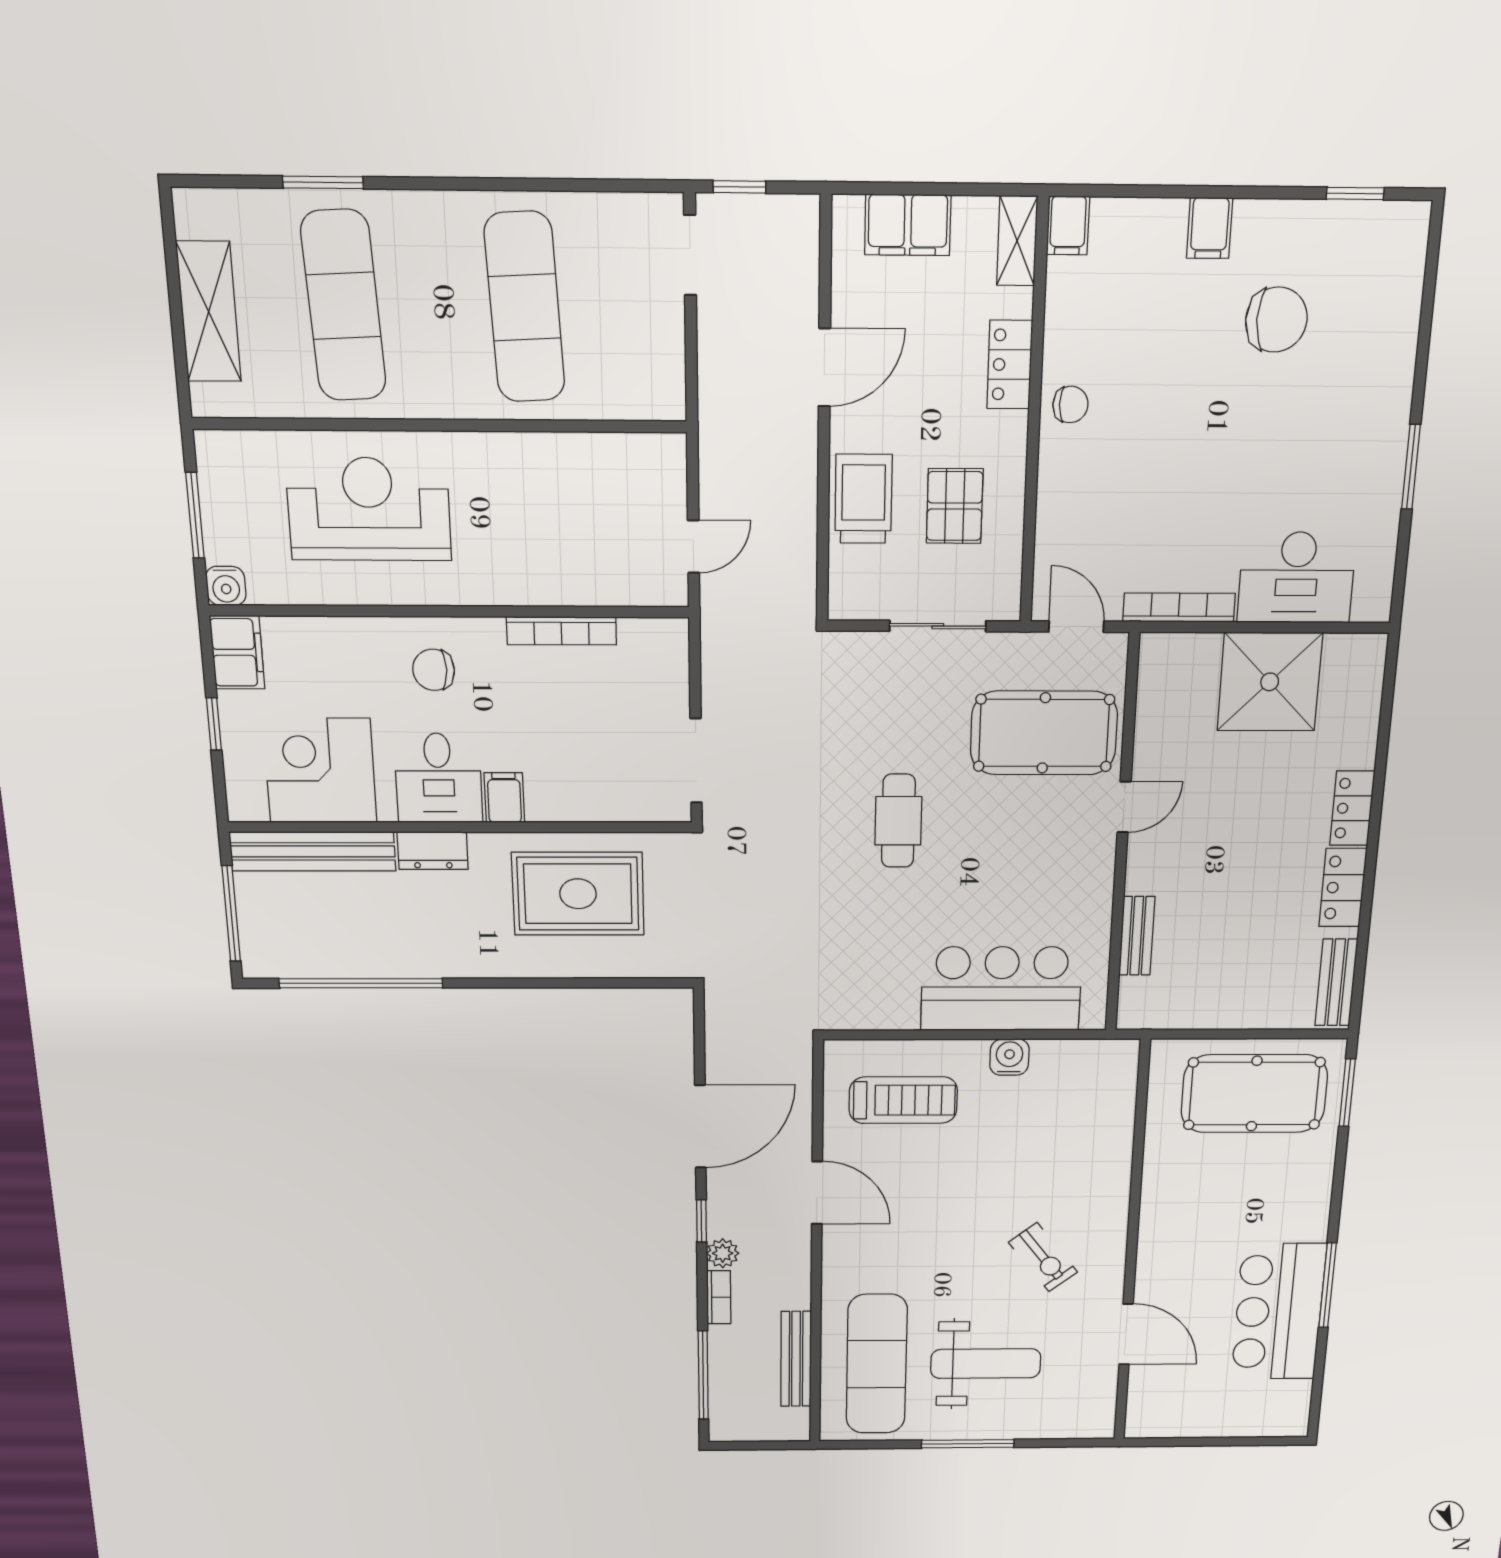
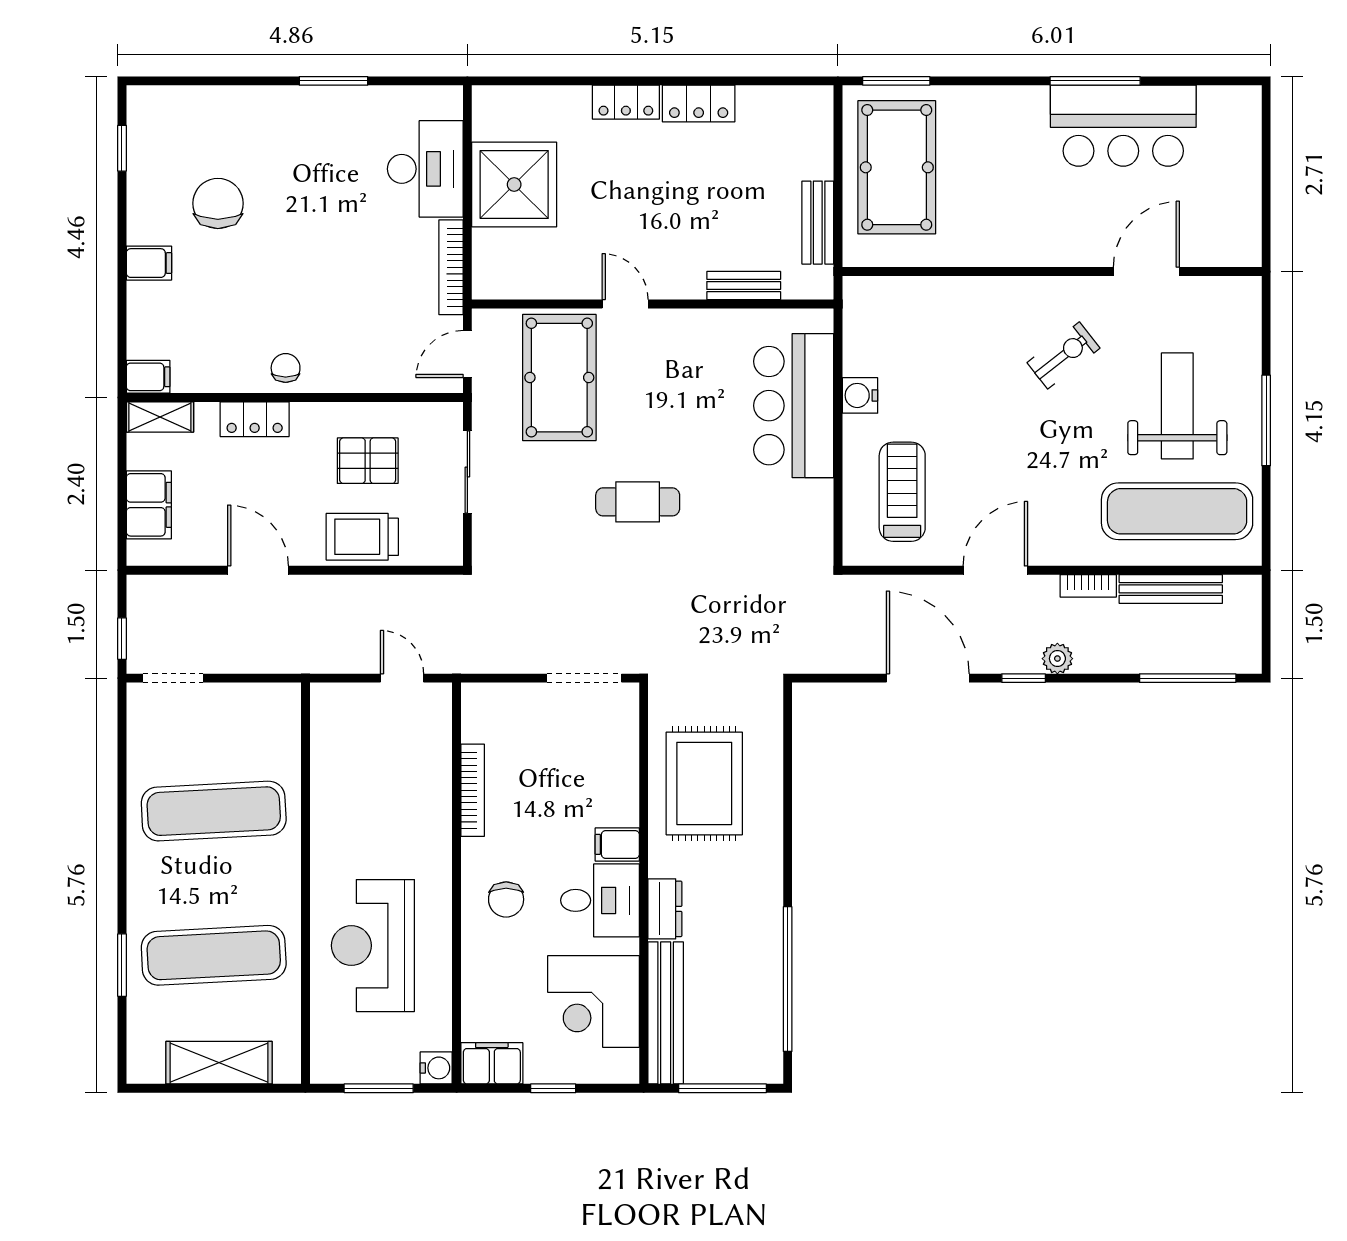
bench: (1336, 982) -> (818, 223), moved, turned 90
bookcase: (719, 1297) -> (1088, 586), moved, turned 180

